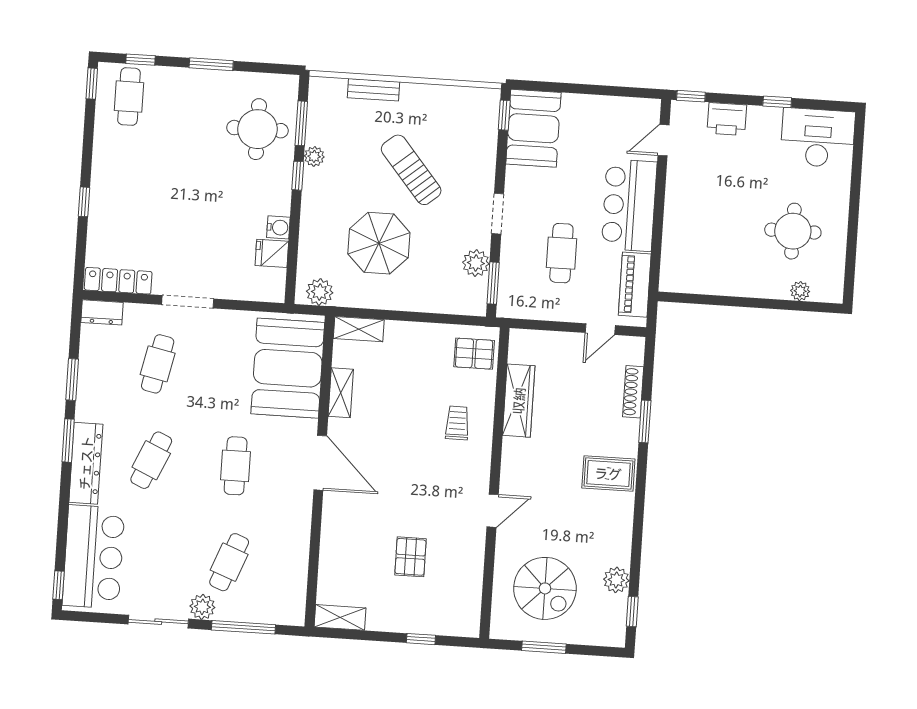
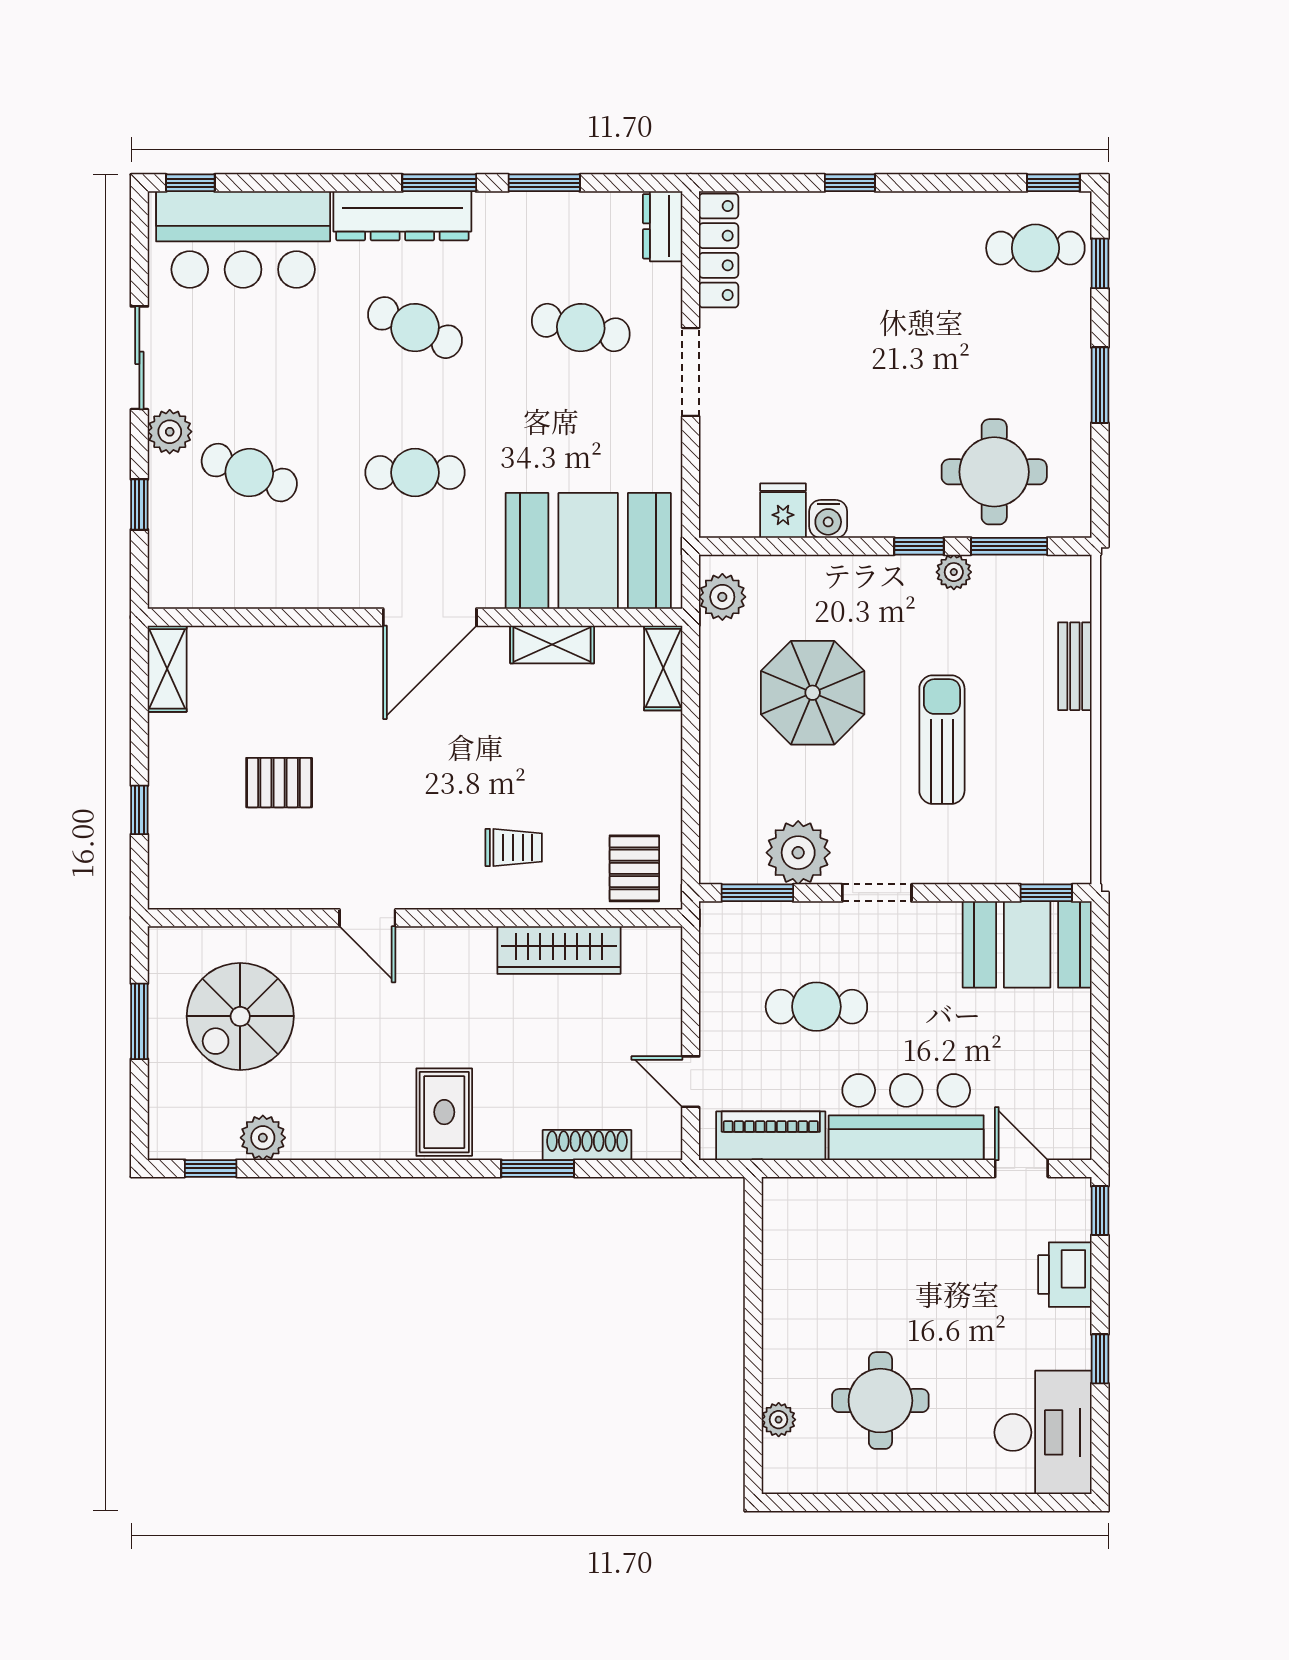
sun lounger: (411, 170) -> (942, 740), turned -50
plant: (476, 263) -> (798, 853), width x1.36, depth x1.36
window: (243, 627) -> (139, 504), width x0.46

